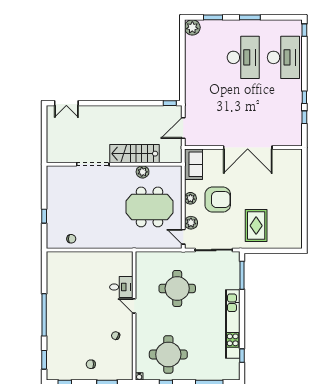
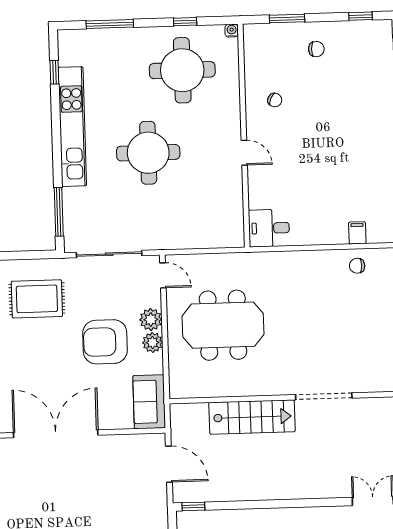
door: (183, 128) -> (169, 464), hinge flipped
plant: (143, 172) -> (237, 386), removed
plant: (191, 223) -> (151, 320), moved
rug: (256, 226) -> (37, 299), turned 90
filing cabinet: (71, 258) -> (357, 233), added
desk: (121, 287) -> (269, 228), moved
round table: (177, 288) -> (148, 153), moved

